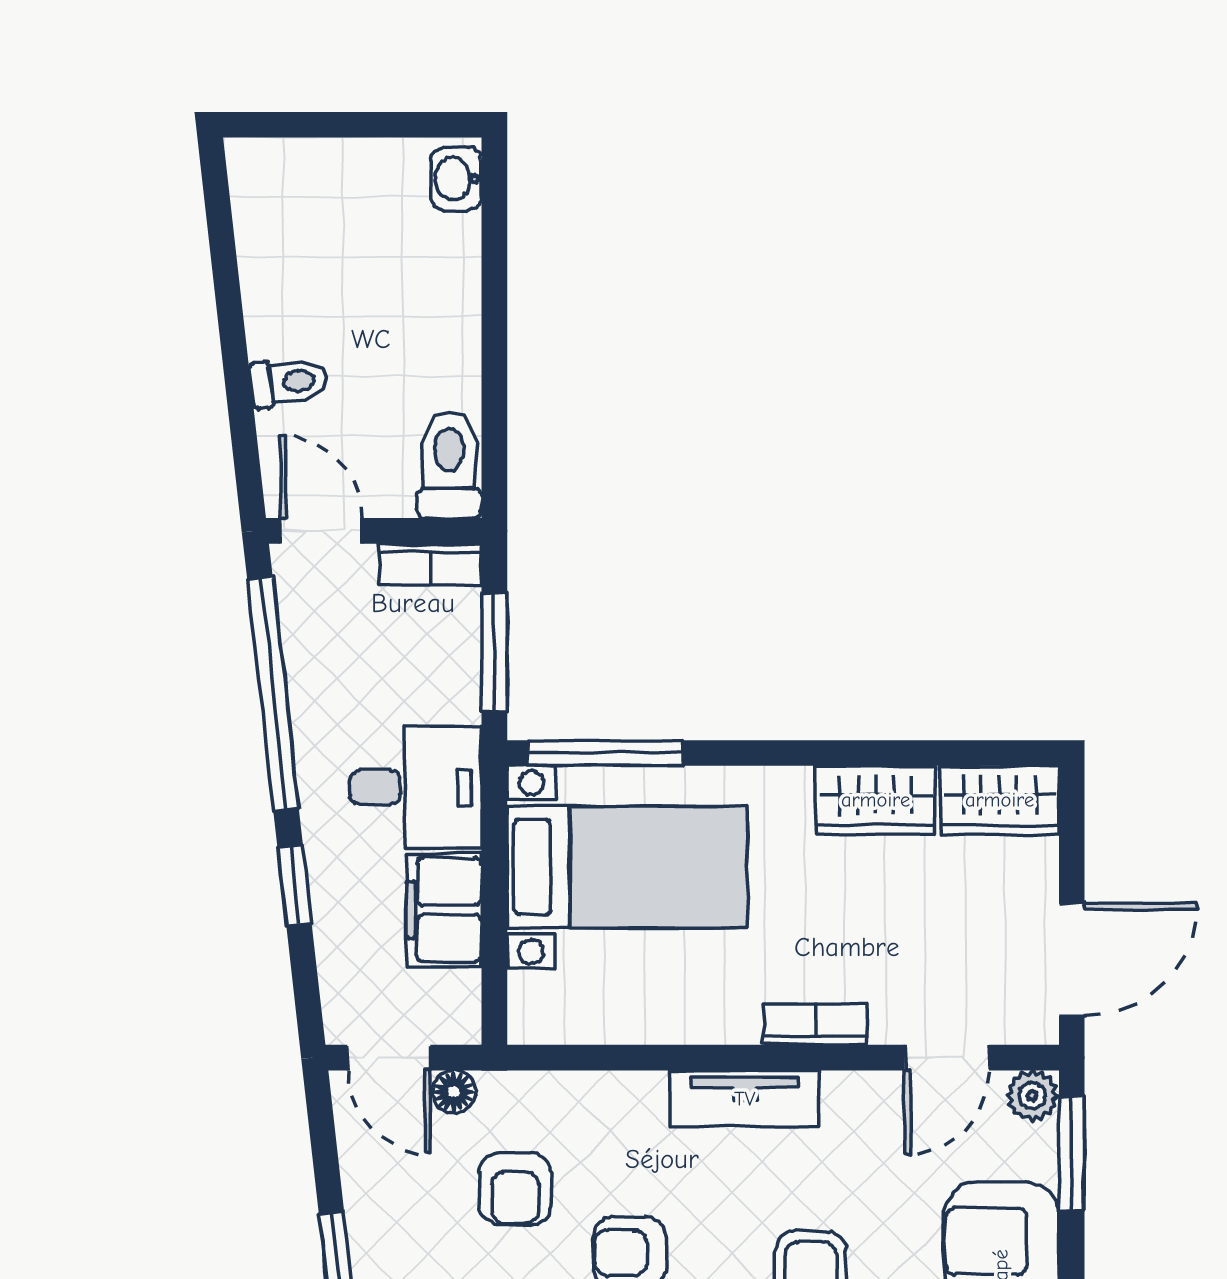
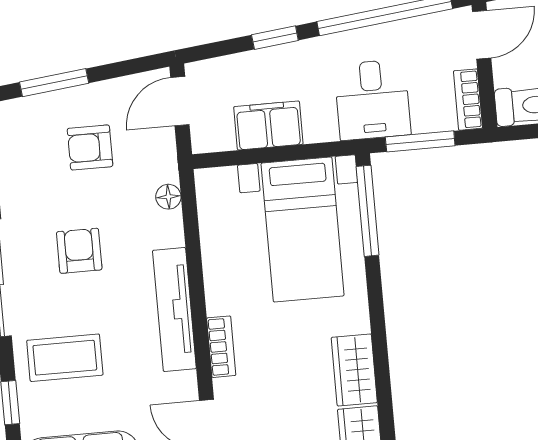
desk: (416, 787) -> (372, 100), moved
floor lamp: (454, 1092) -> (168, 197), moved
tv unit: (745, 1099) -> (174, 309), width x1.41
armchair: (515, 1189) -> (90, 147), moved

